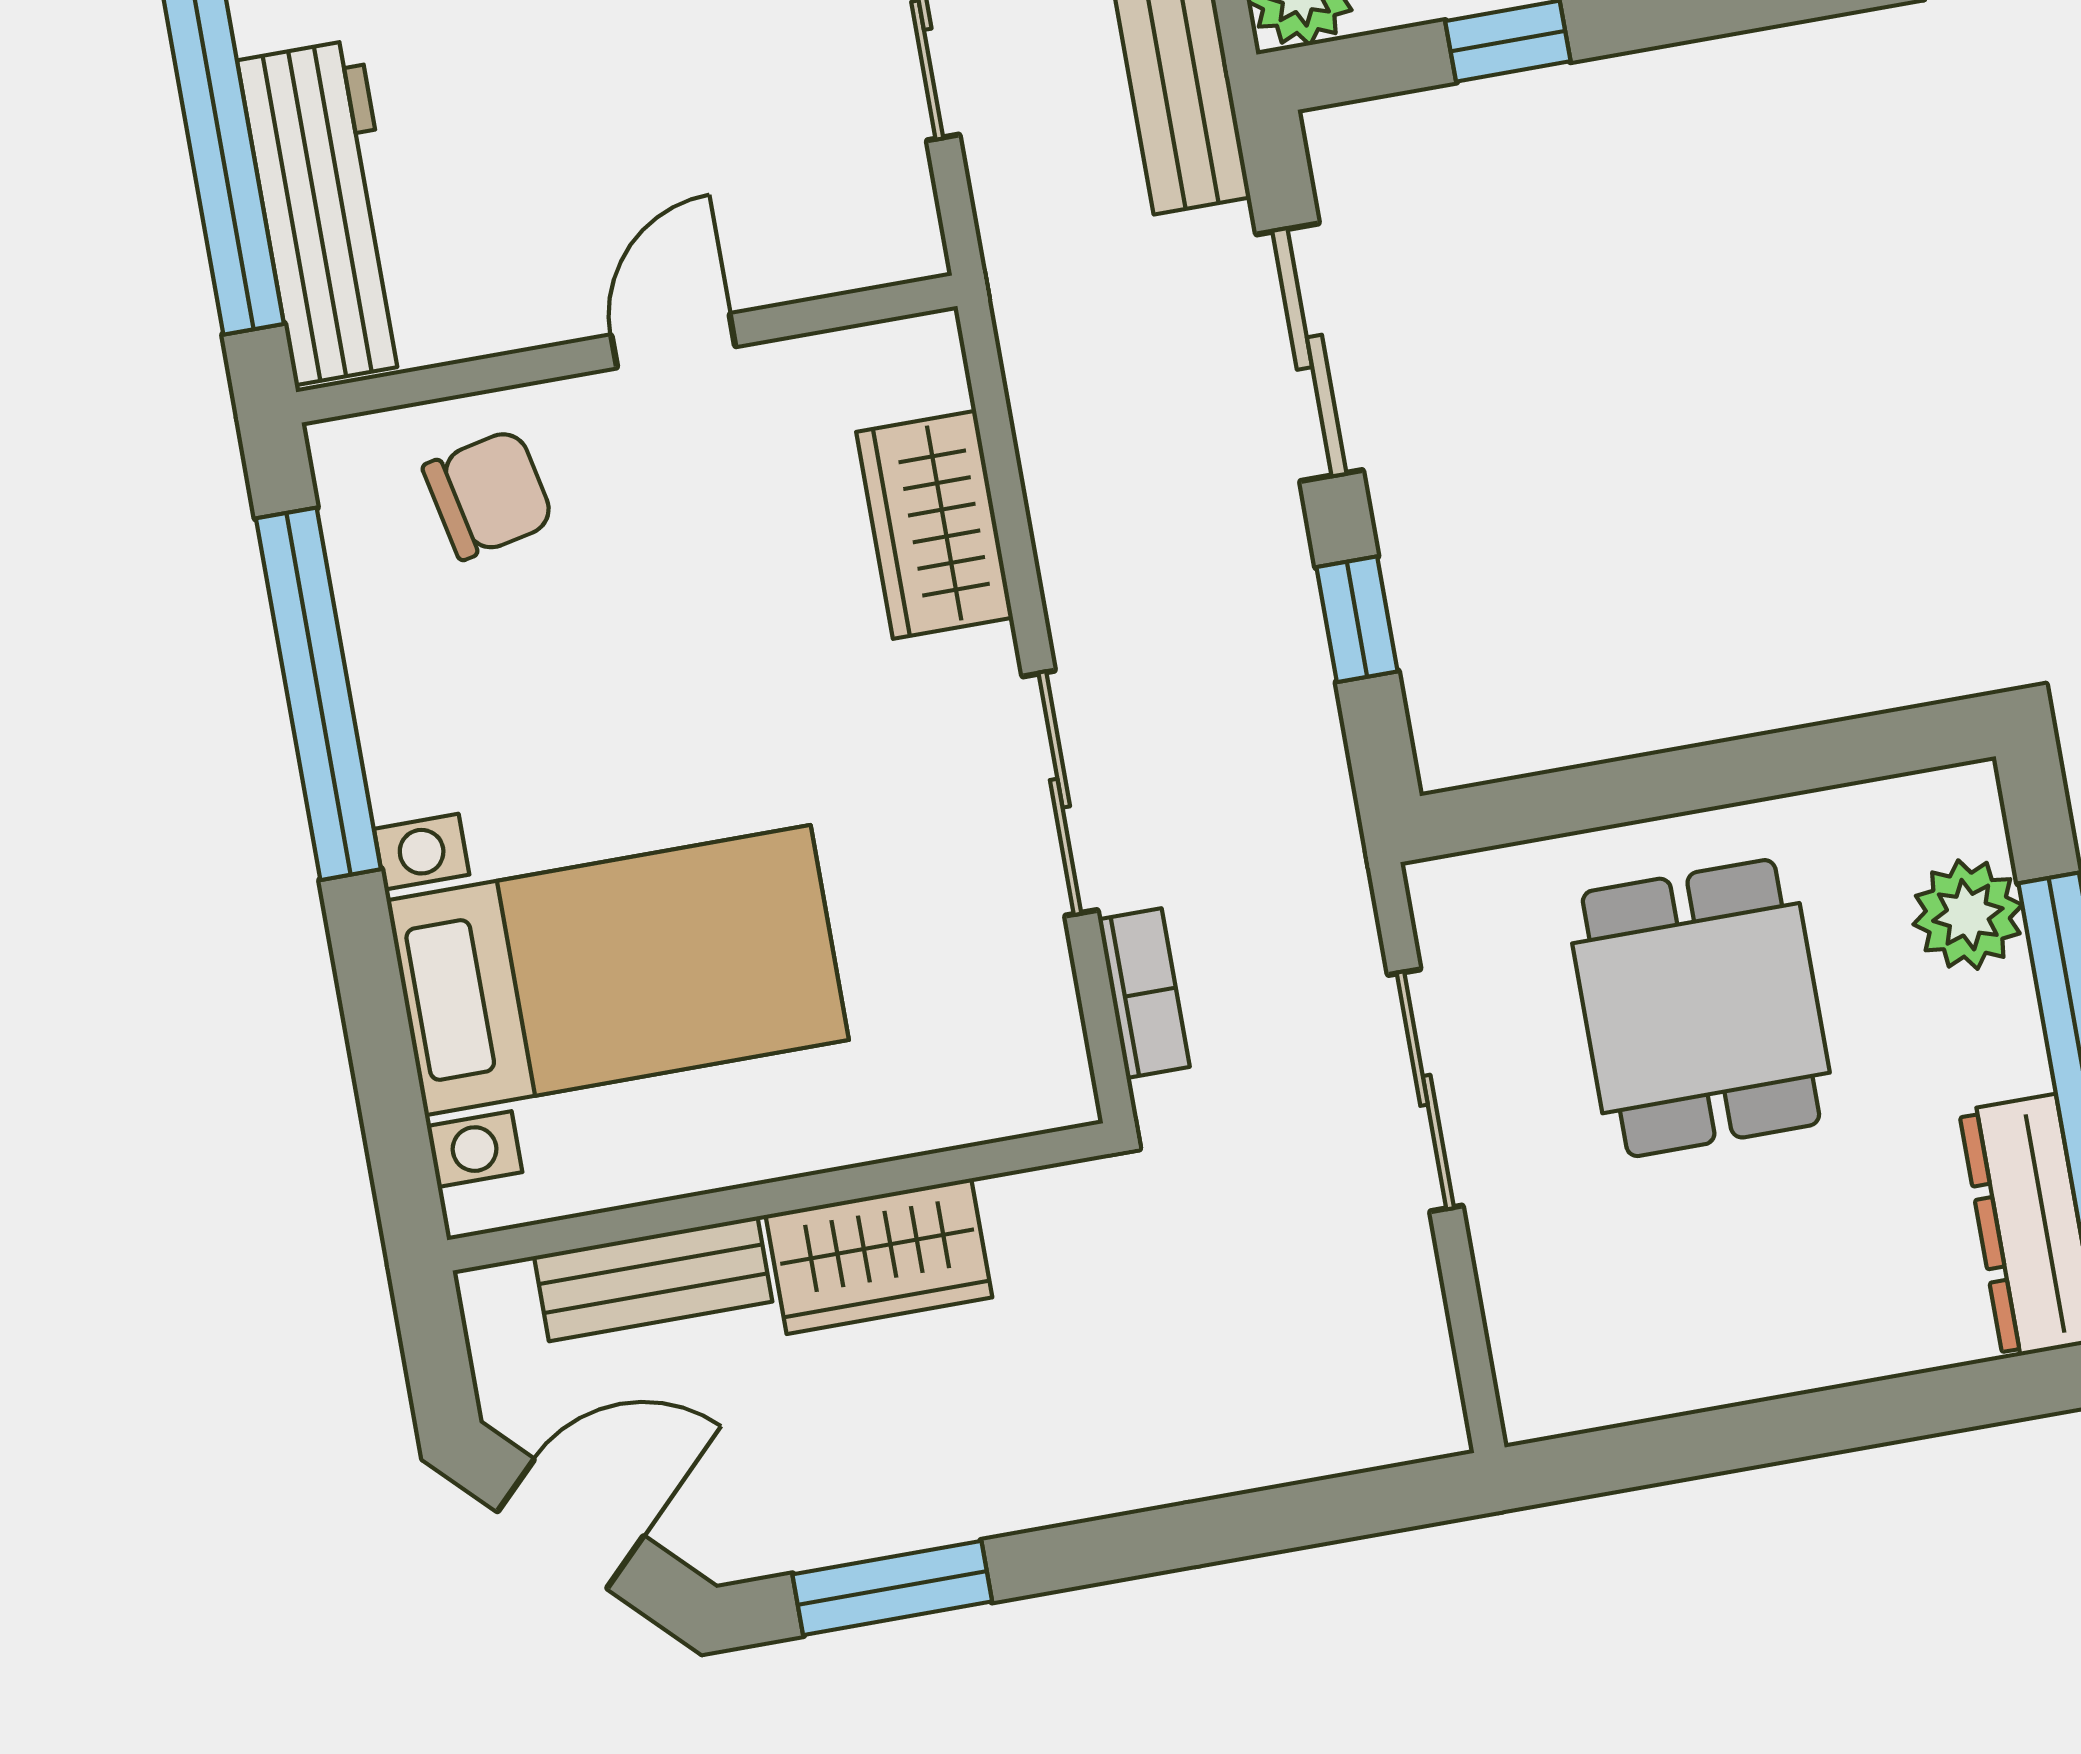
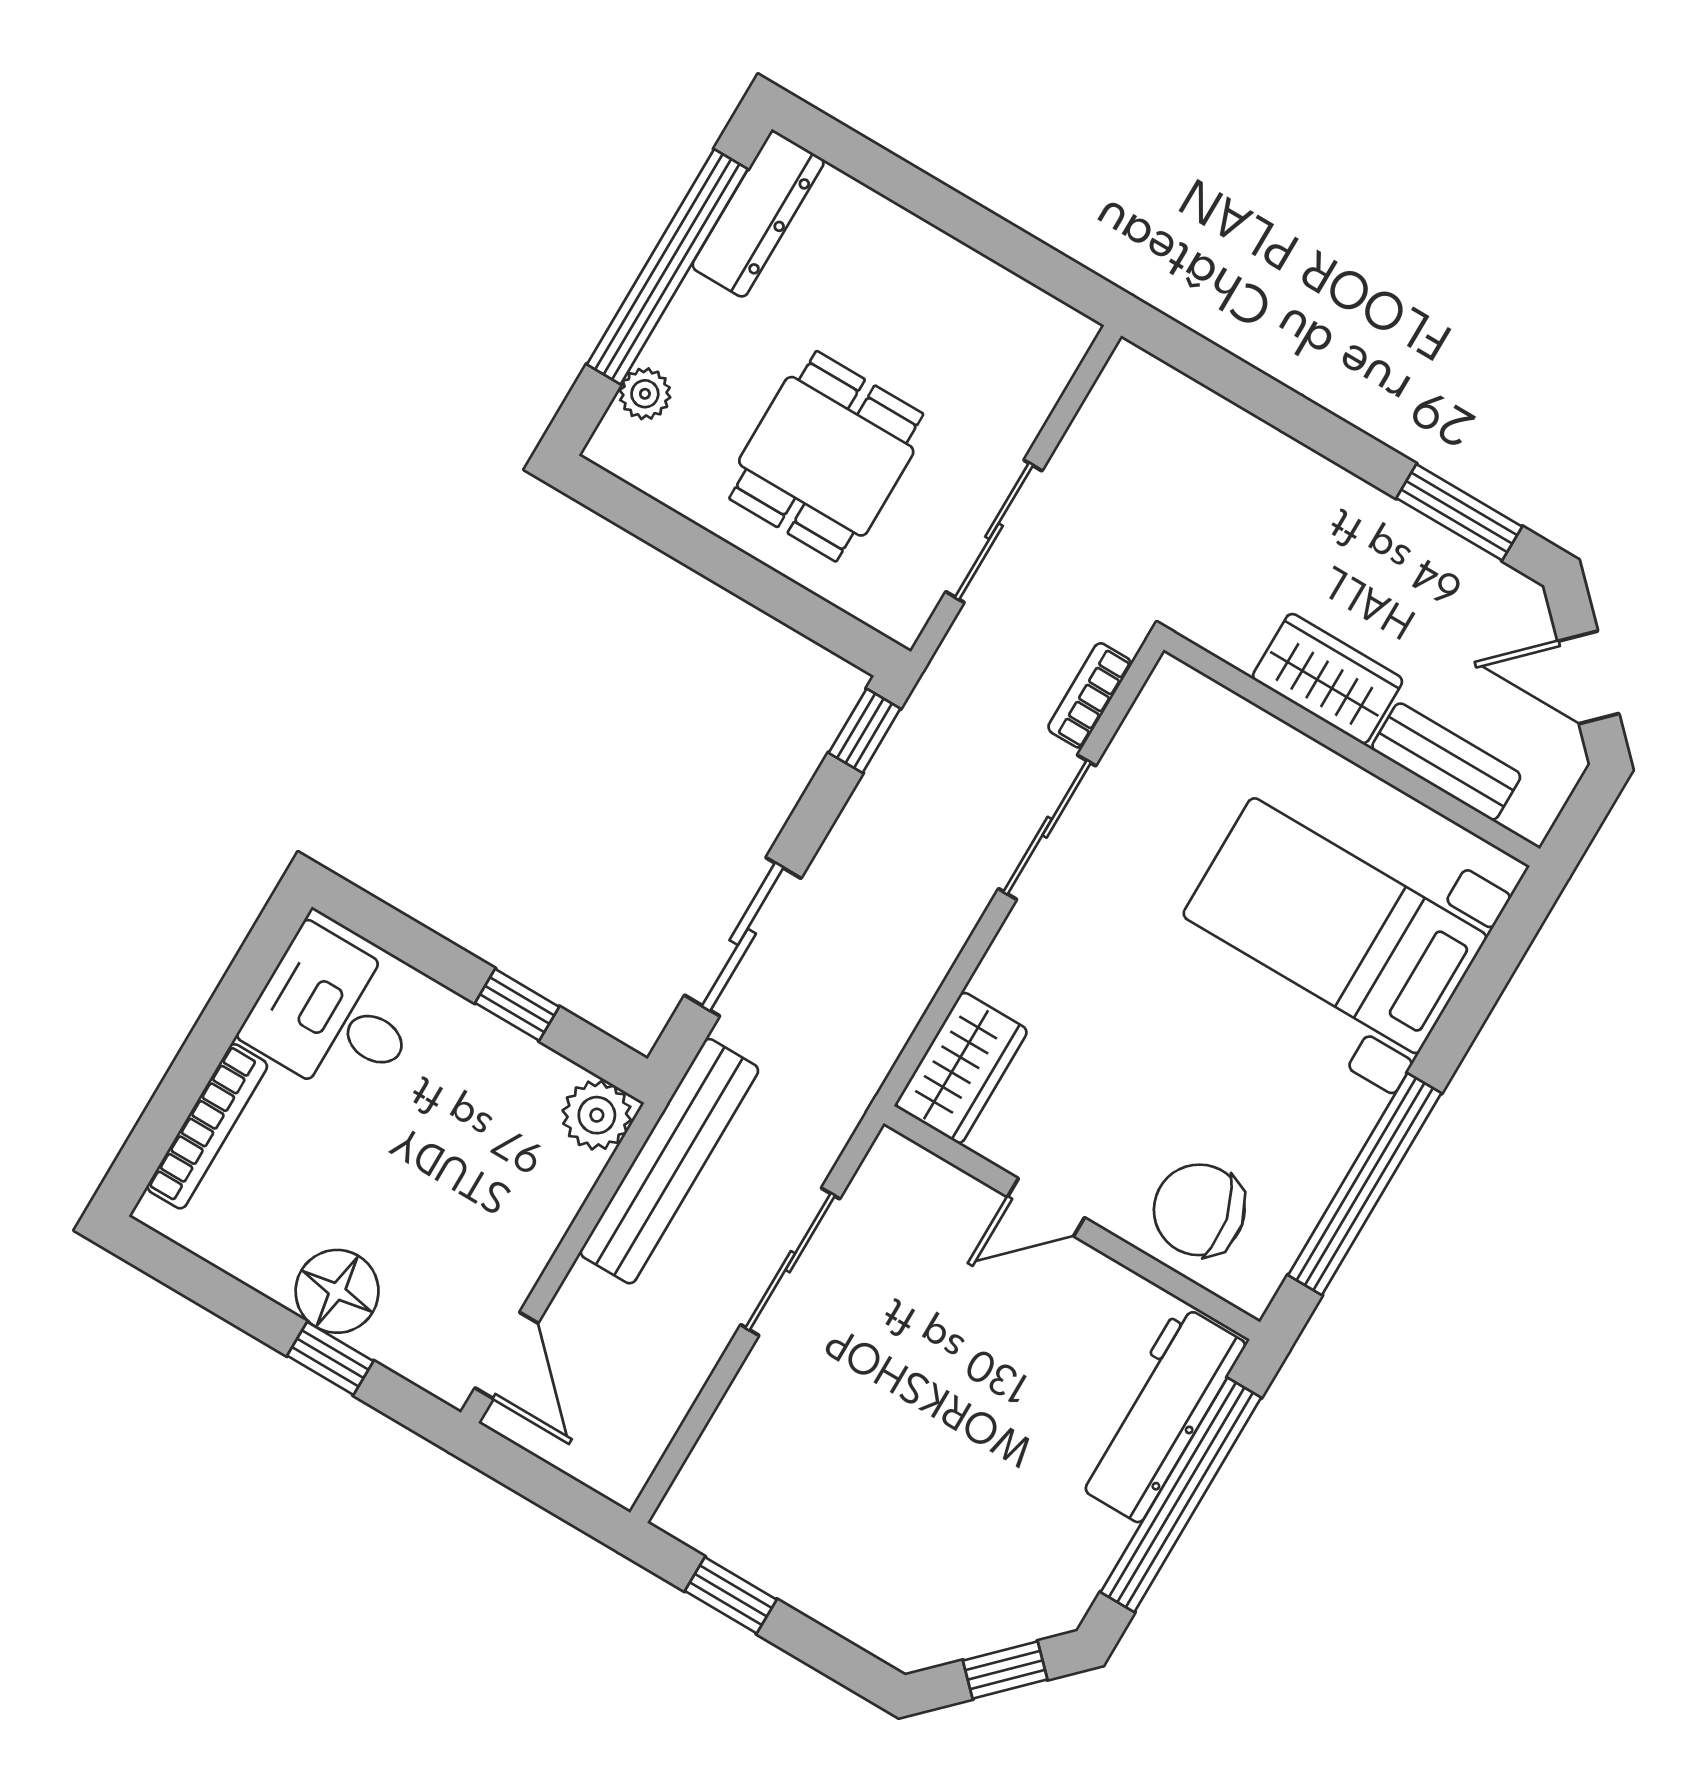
chair: (489, 494) -> (1199, 1210), width x1.37, depth x1.37
wardrobe: (935, 525) -> (961, 1068), moved
window: (1357, 619) -> (865, 731), moved
plant: (1968, 915) -> (645, 394), width x0.73, depth x0.73

